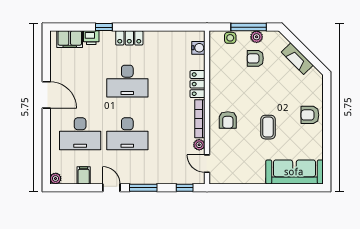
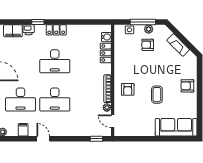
locker: (197, 84) -> (106, 53), moved
window: (143, 188) -> (66, 139), removed

